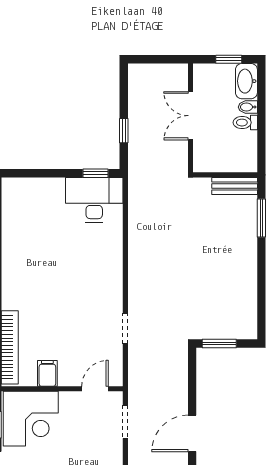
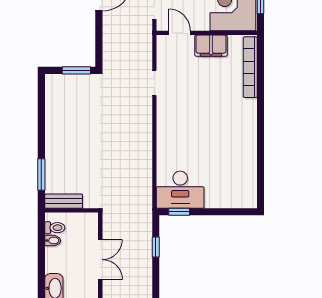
bidet: (248, 107) -> (53, 241), moved
toilet: (245, 123) -> (55, 228), moved
filing cabinet: (47, 373) -> (211, 46), width x2.00
door: (95, 389) -> (180, 33), swing flipped

